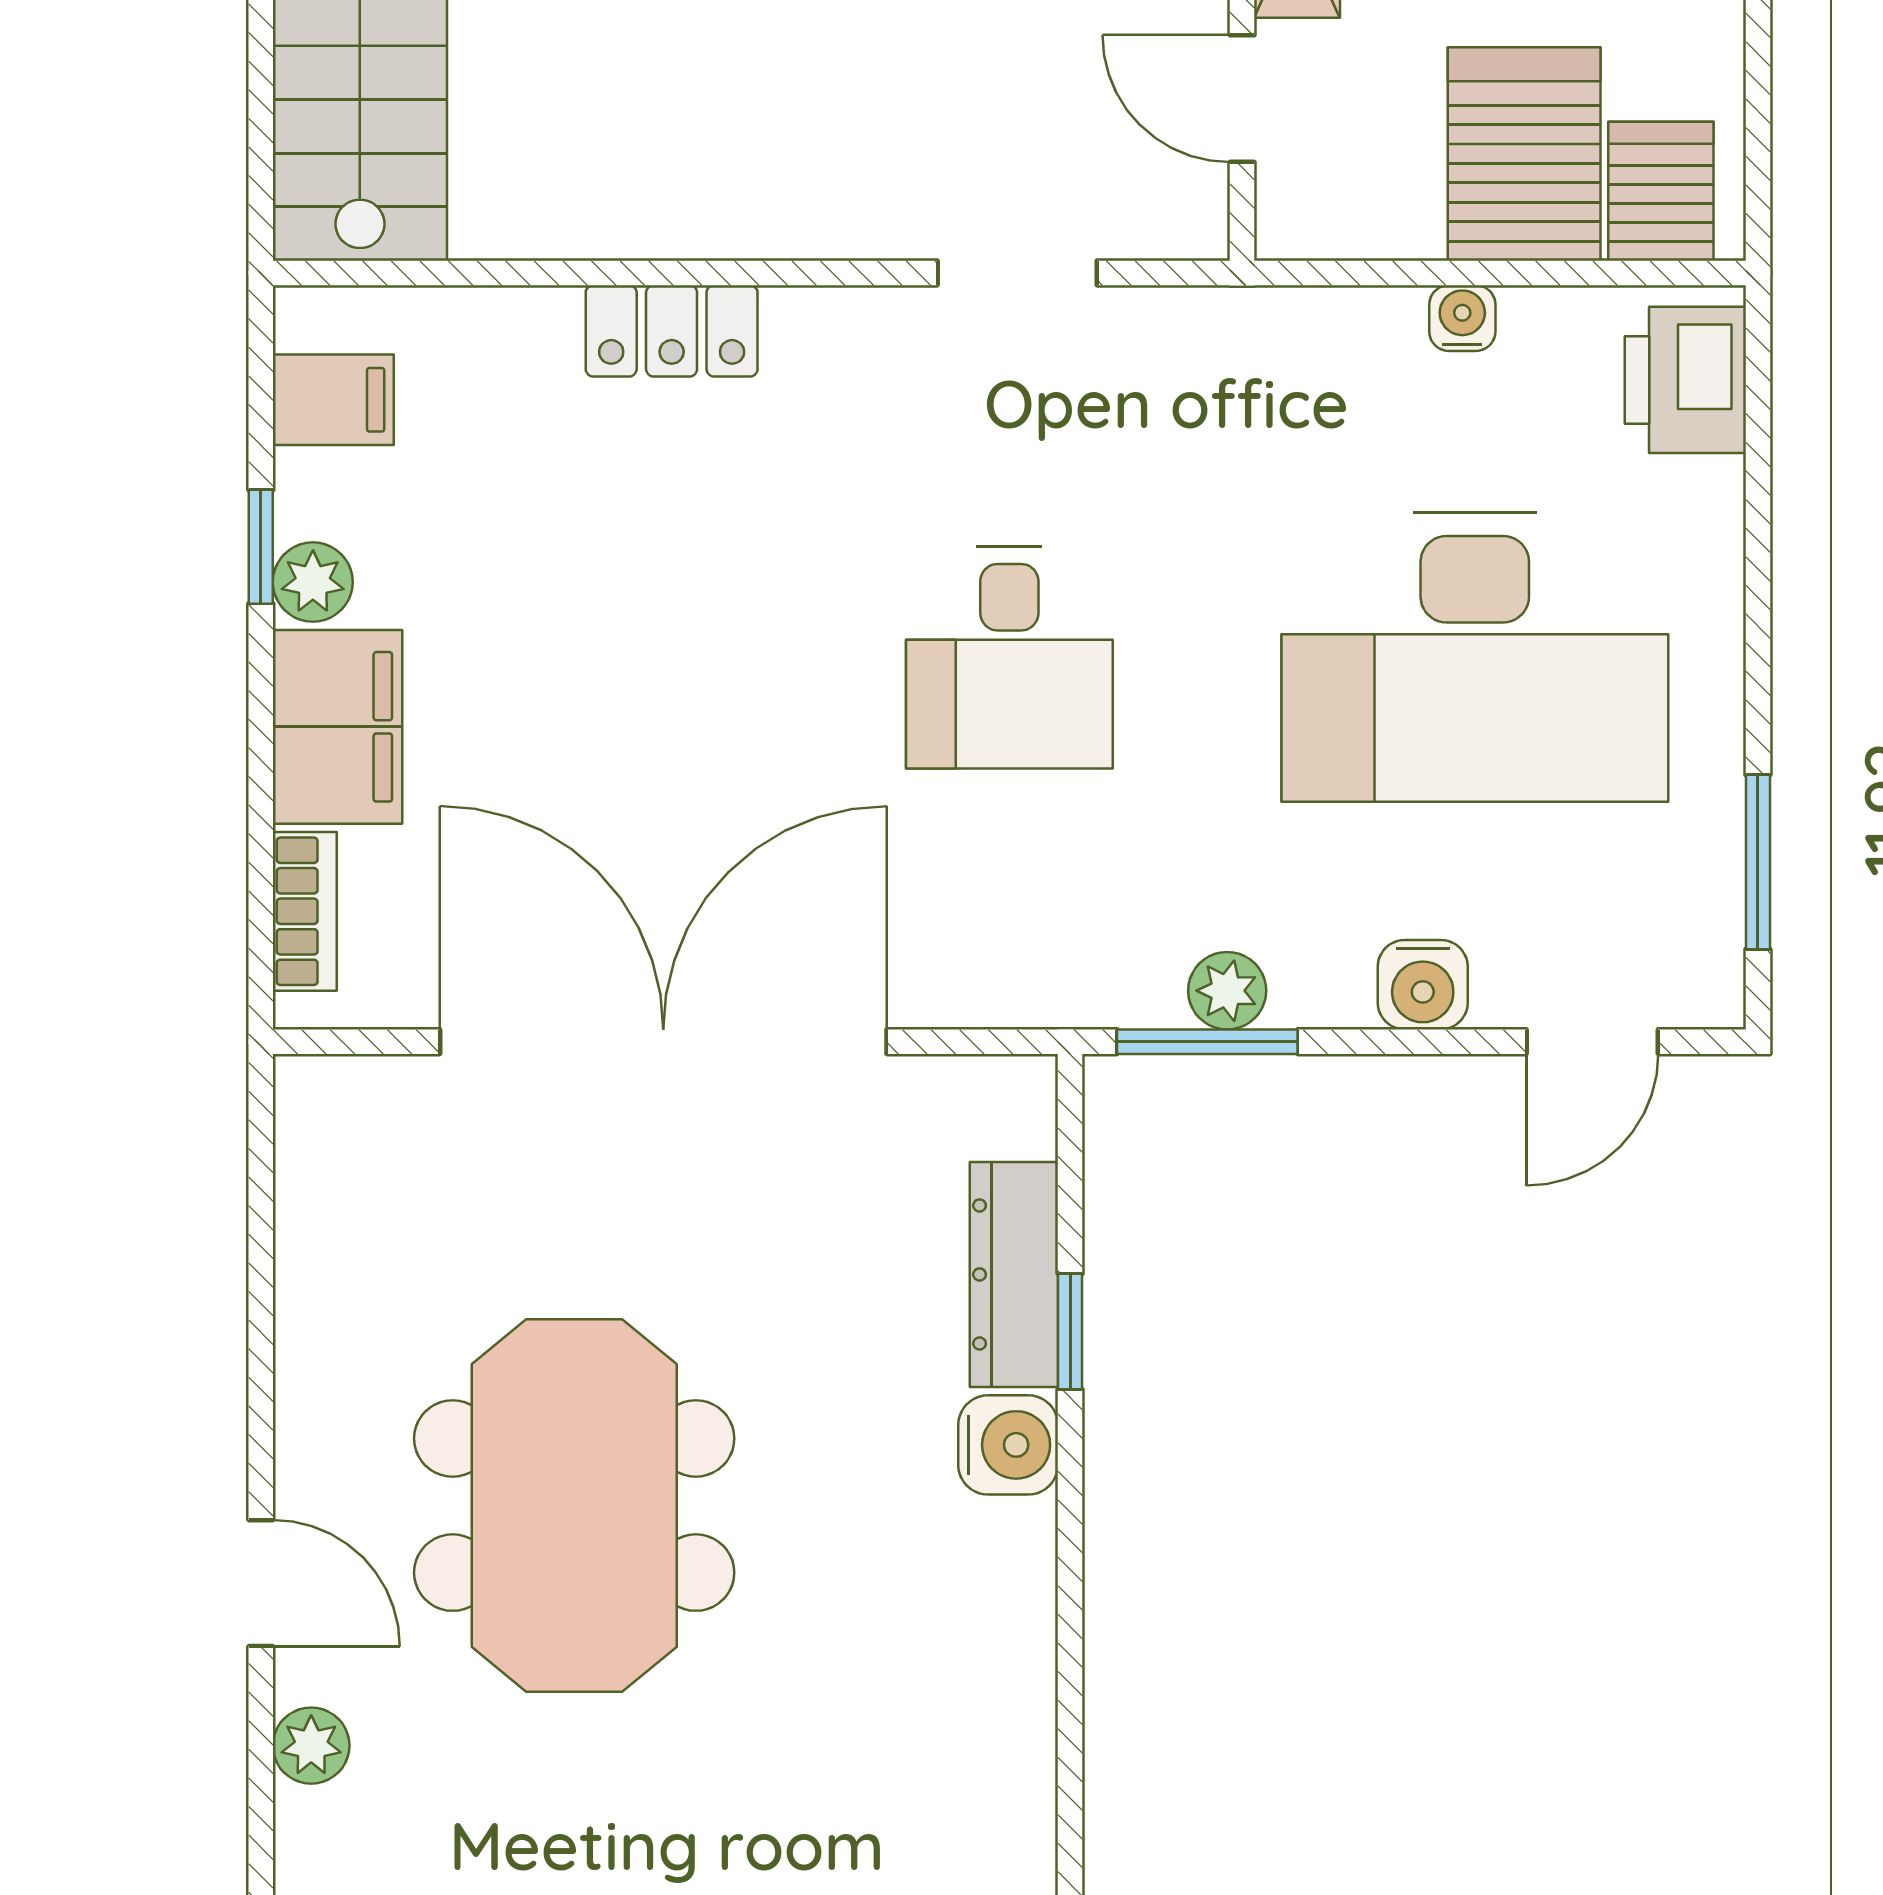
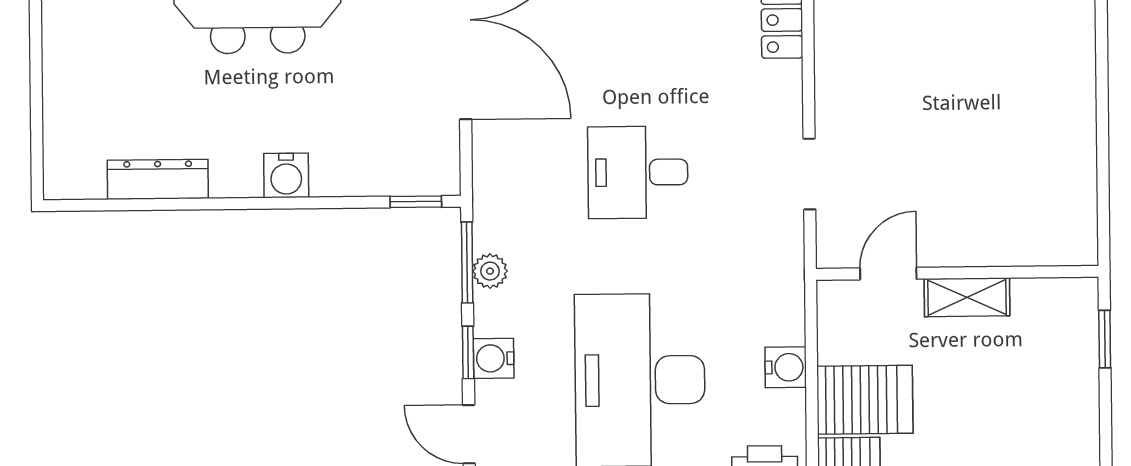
water cooler: (1462, 318) -> (786, 367), width x1.38, depth x1.38
window: (1409, 1042) -> (468, 352), added
dresser: (1014, 1274) -> (158, 179), moved
window: (1070, 1332) -> (416, 202), moved

